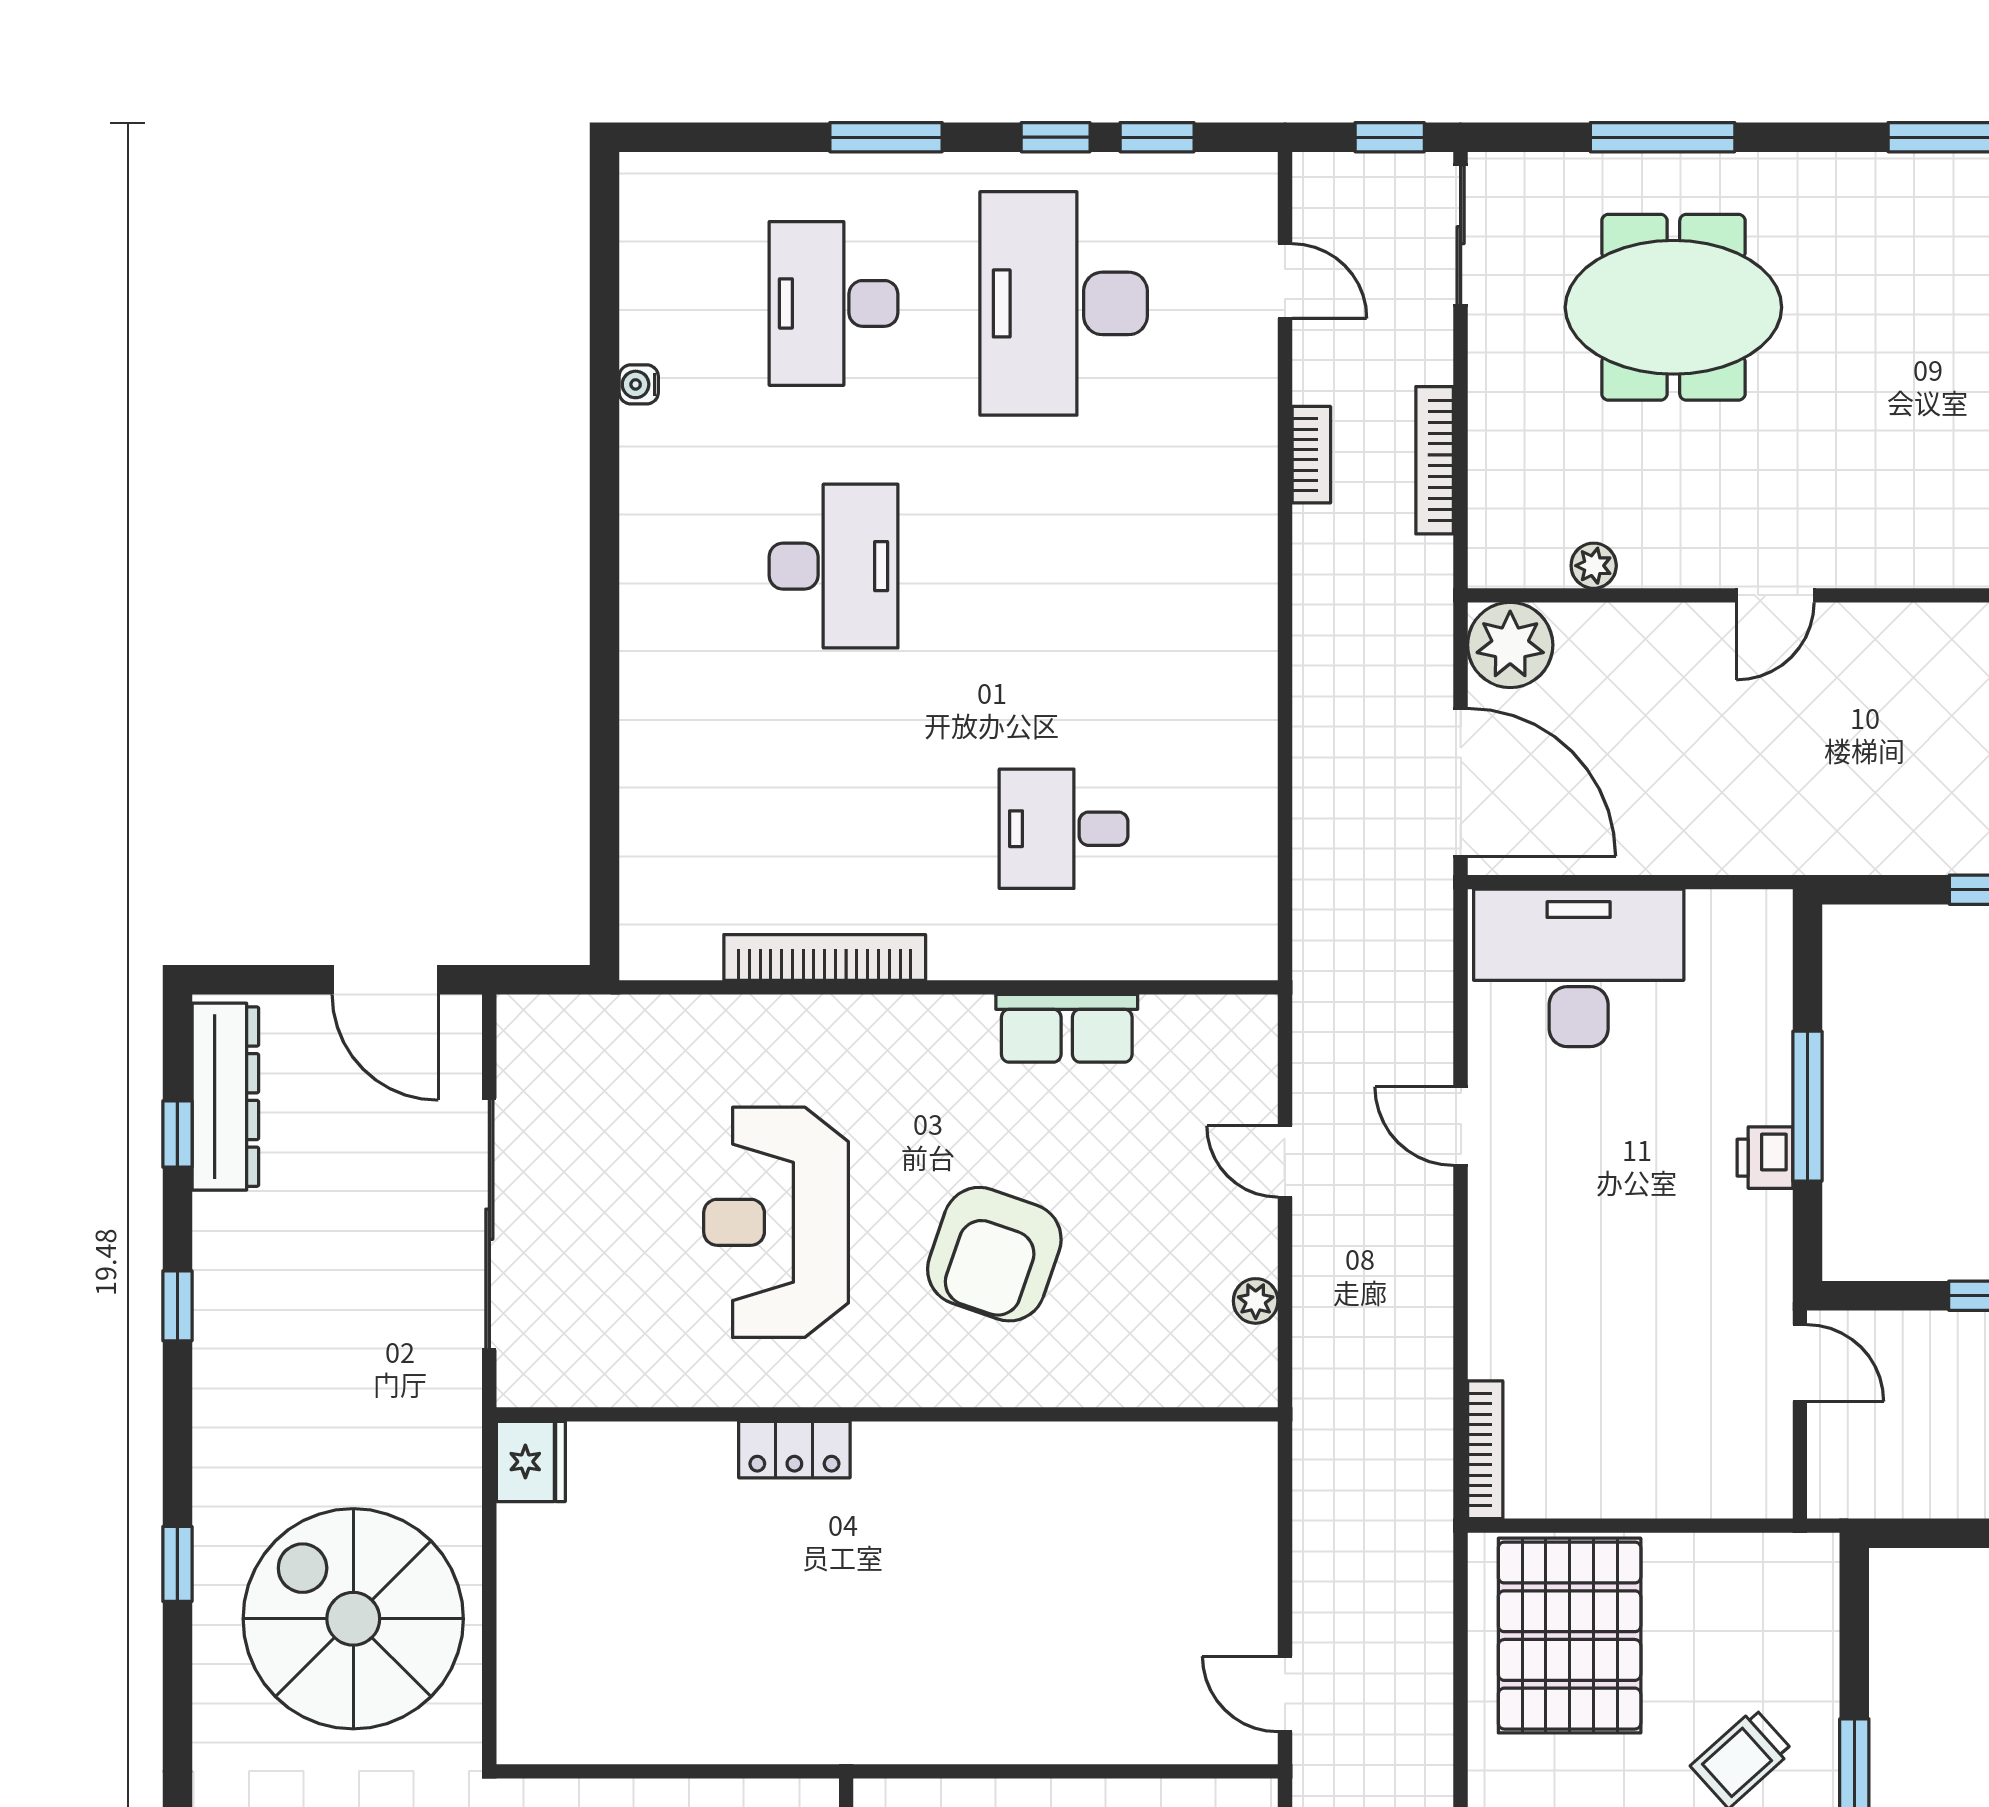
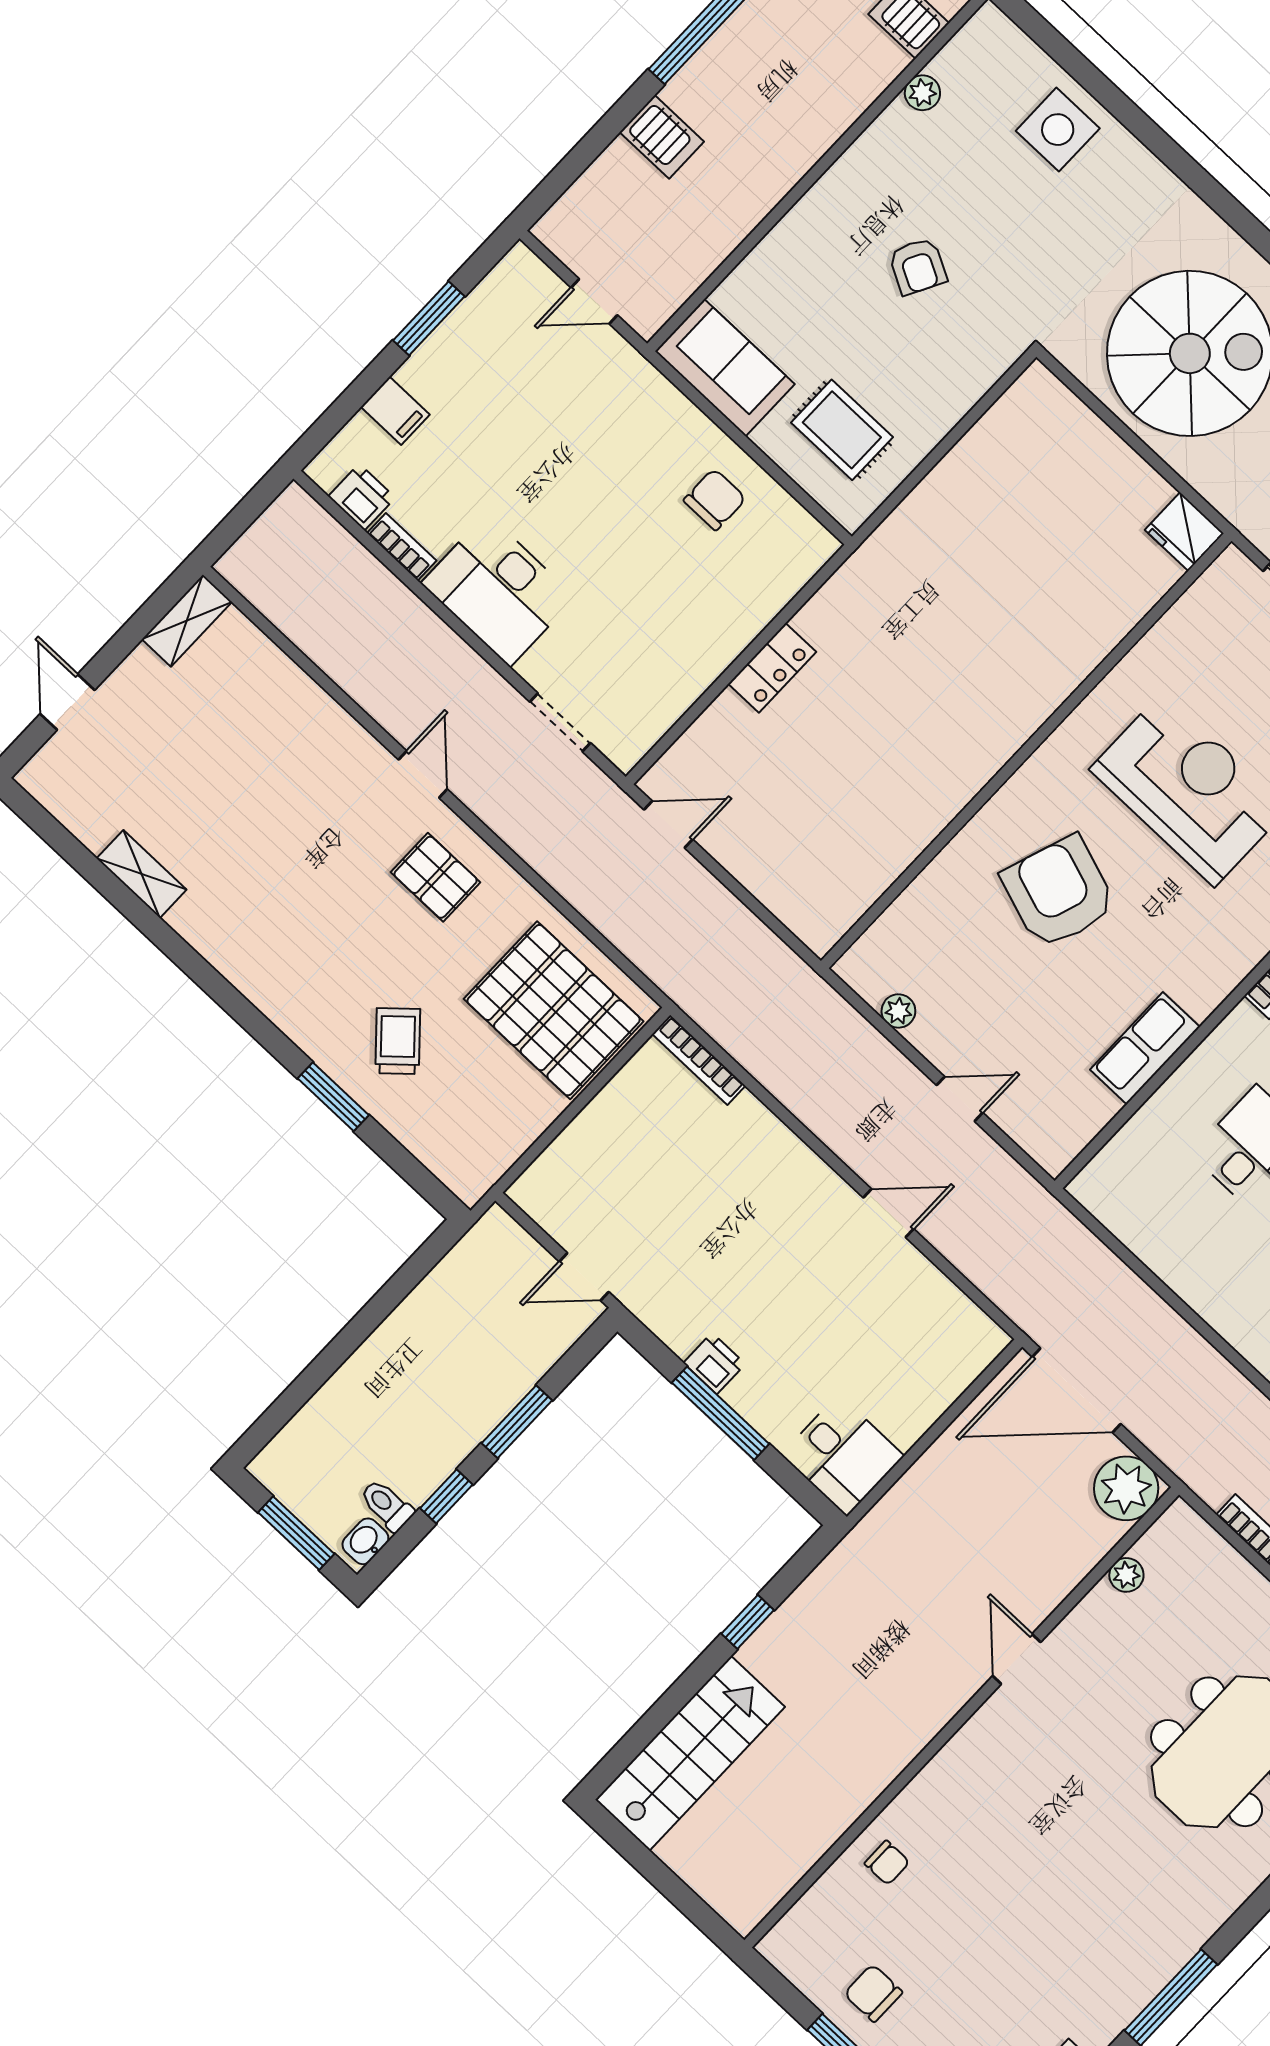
desk: (1579, 968) -> (843, 1455), moved, width x0.53, depth x0.77
locker: (794, 1450) -> (772, 668), moved, turned 180

